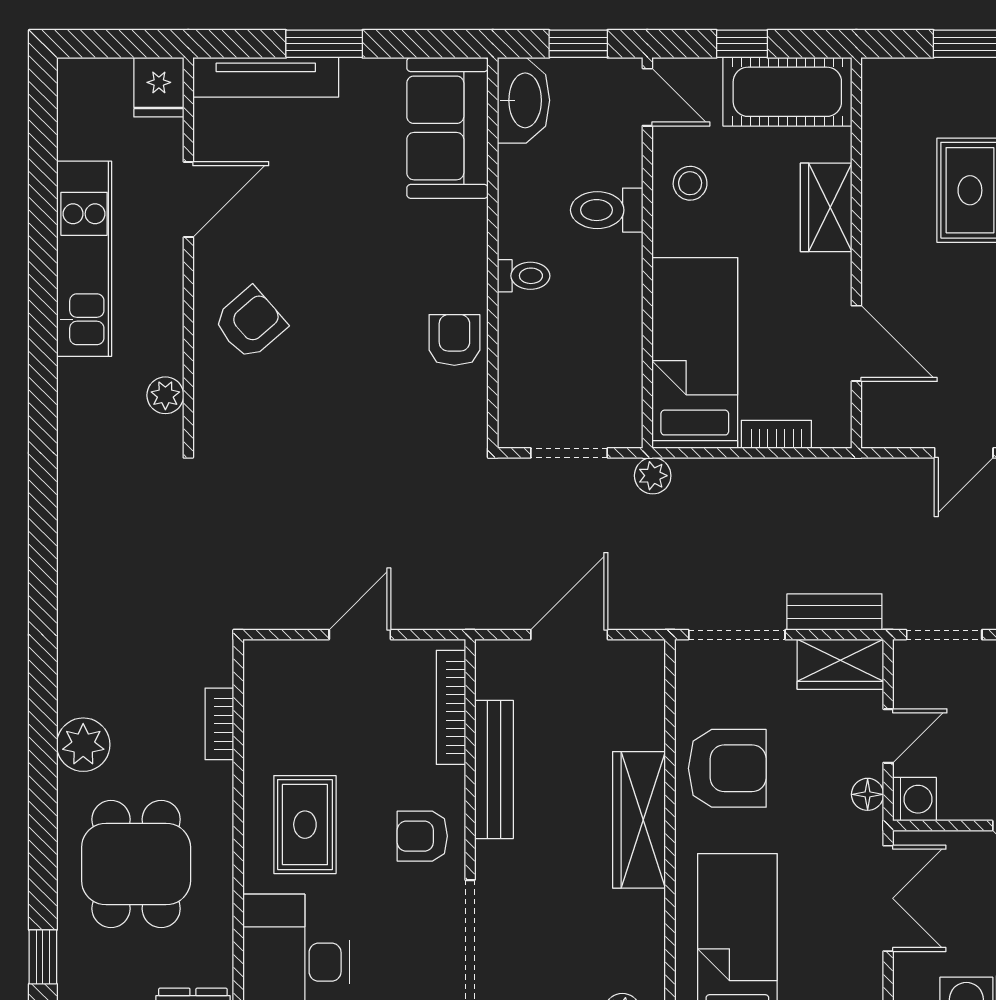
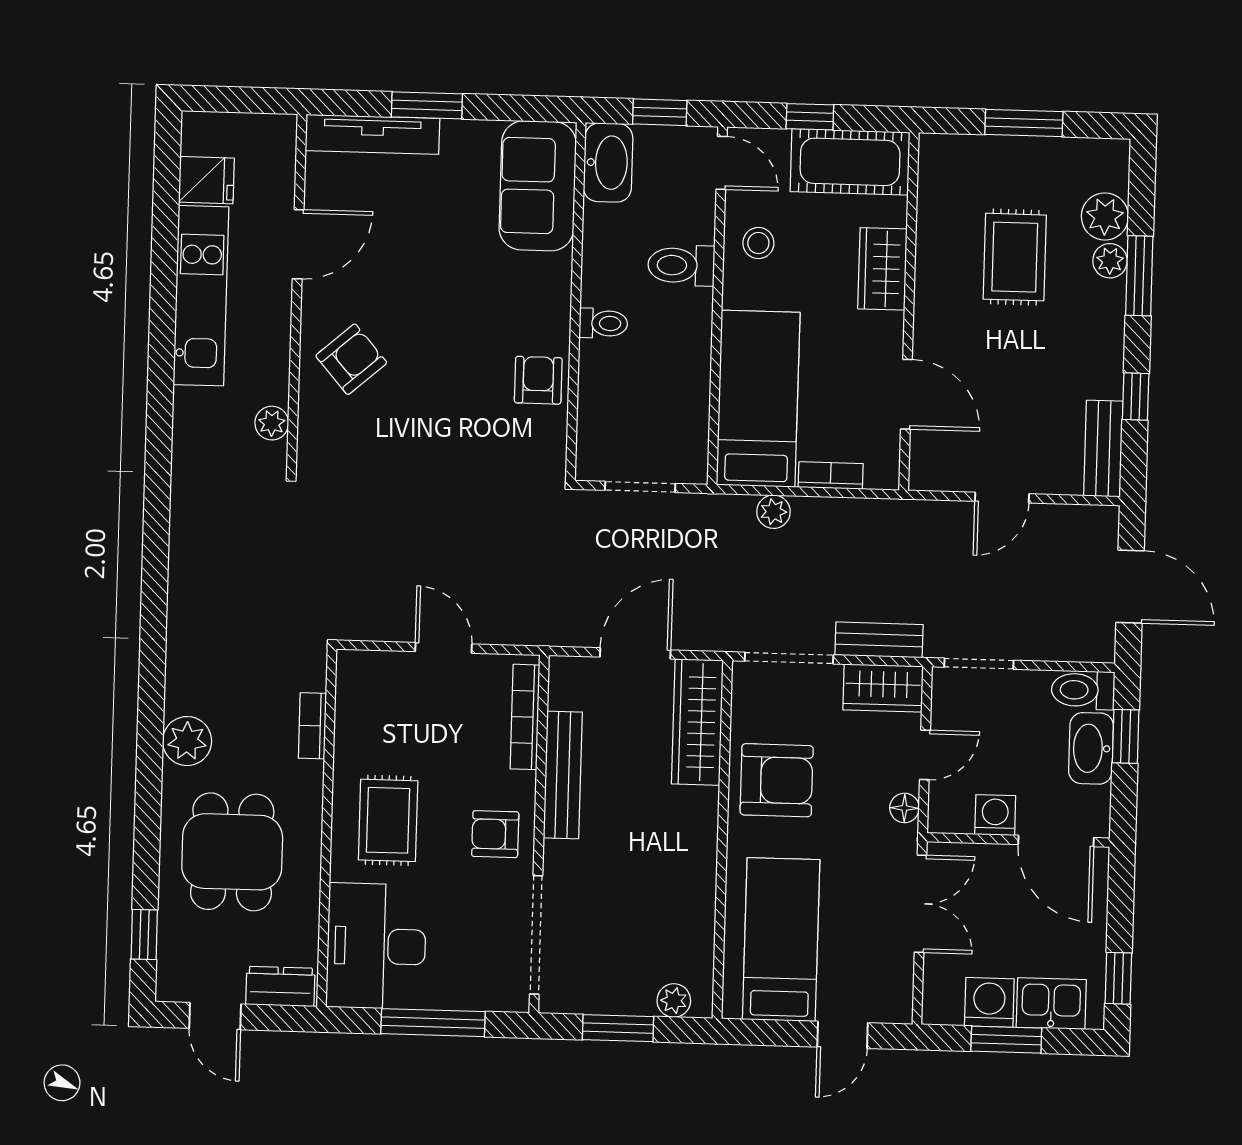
fridge: (159, 87) -> (206, 180), moved, turned -90
plant: (653, 476) -> (773, 512), moved
door: (360, 635) -> (444, 648), hinge flipped
washing machine: (915, 799) -> (995, 815), moved, turned -90
wardrobe: (639, 820) -> (697, 722), moved

